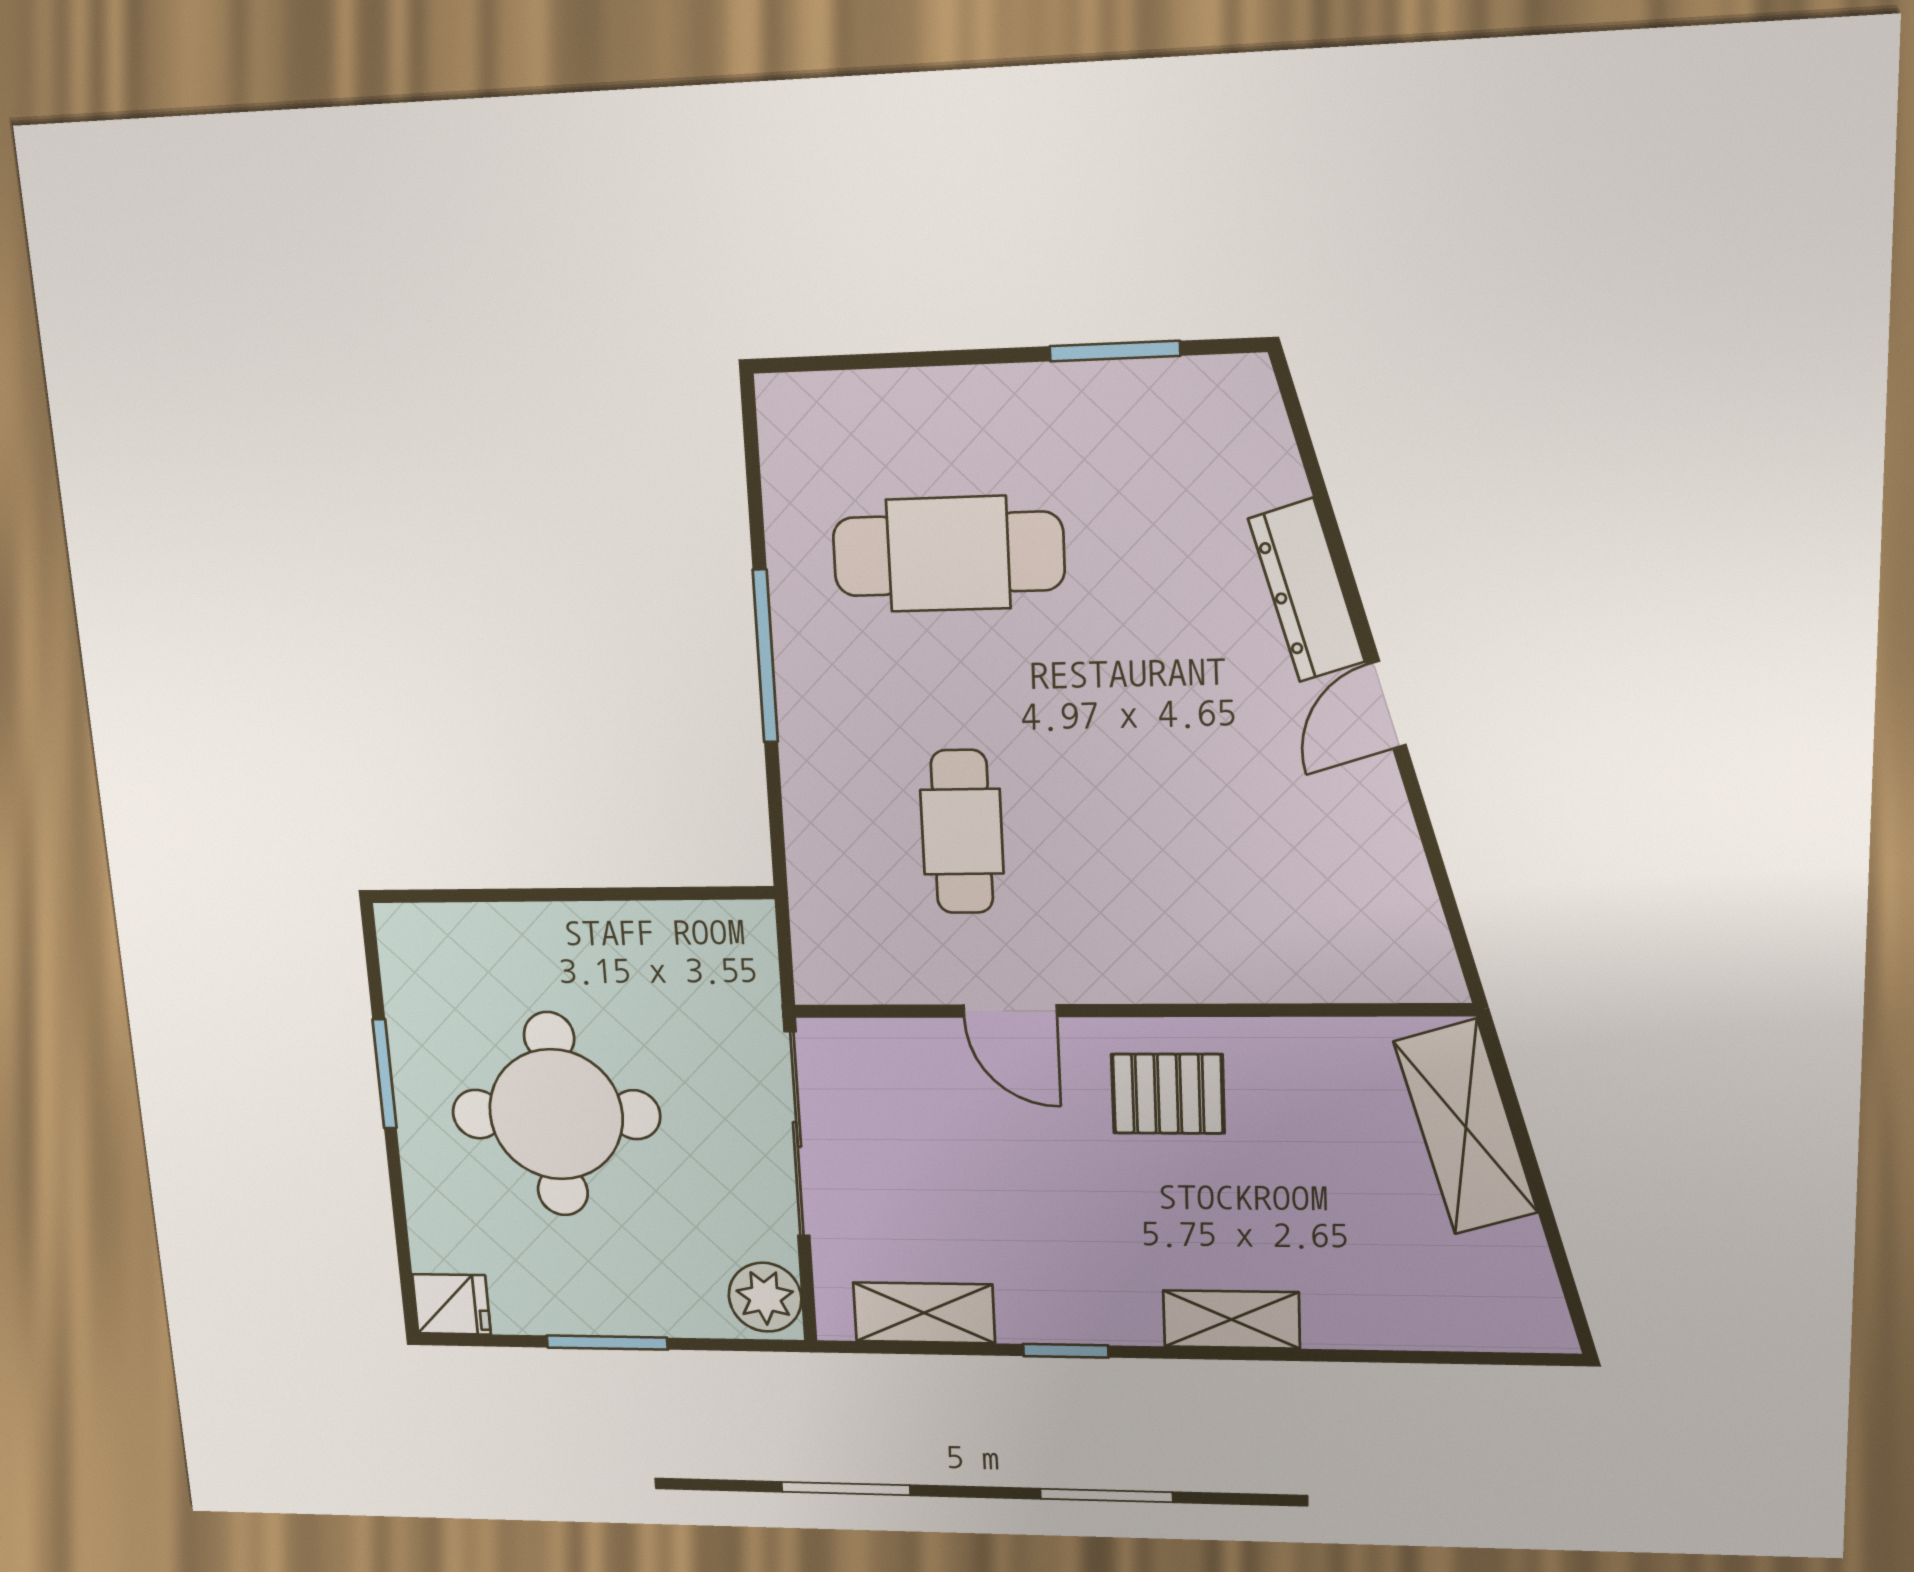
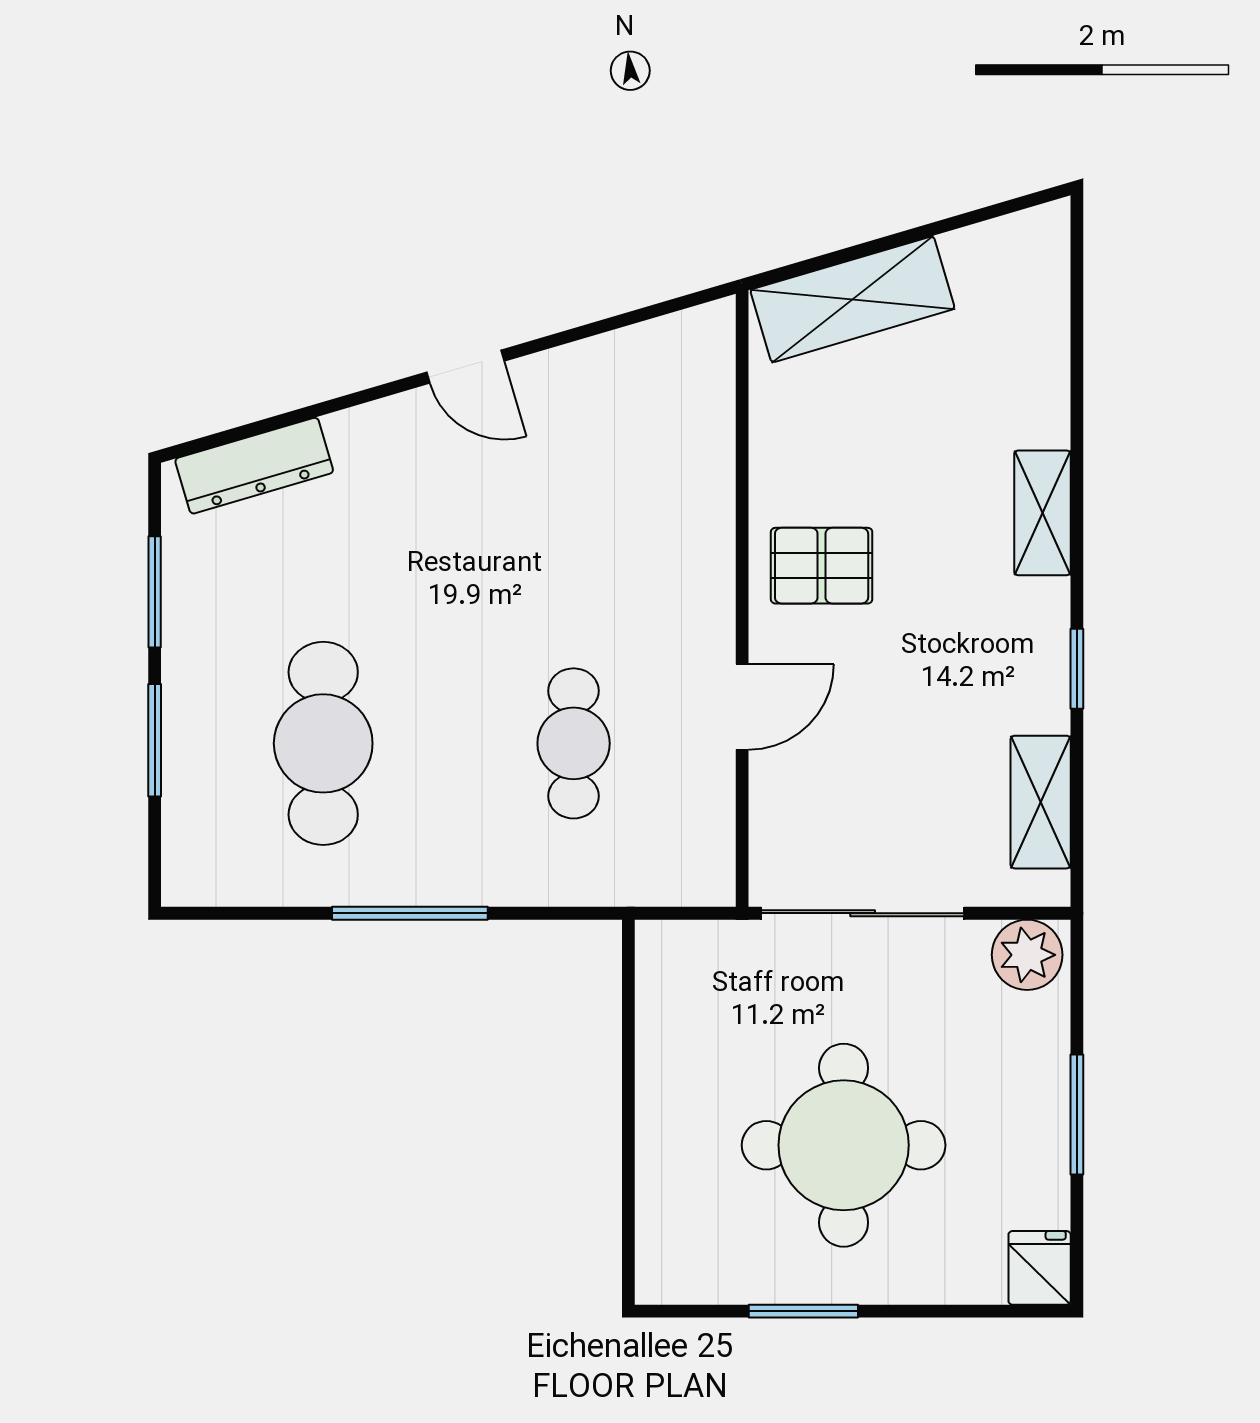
window: (942, 358) -> (155, 740), added
dresser: (1307, 590) -> (254, 466), moved
cafe table: (962, 832) -> (574, 743), turned 90
pallet: (1168, 1094) -> (822, 566), turned 90

